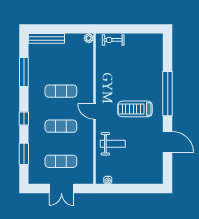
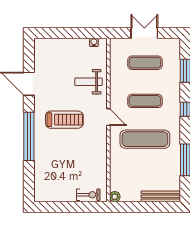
exercise mat: (61, 91) -> (145, 139), width x1.36, depth x1.45

